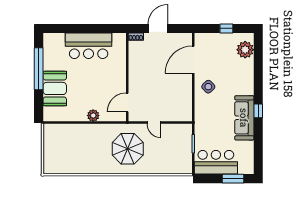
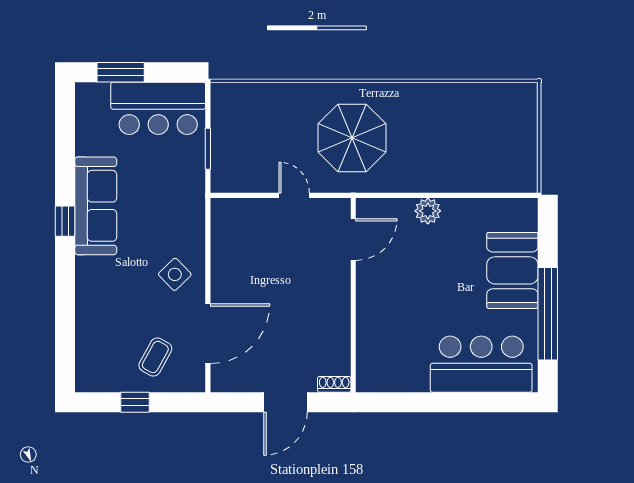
bar counter: (89, 46) -> (481, 364), moved
coffee table: (217, 49) -> (155, 357), added
plant: (245, 50) -> (94, 356), removed

